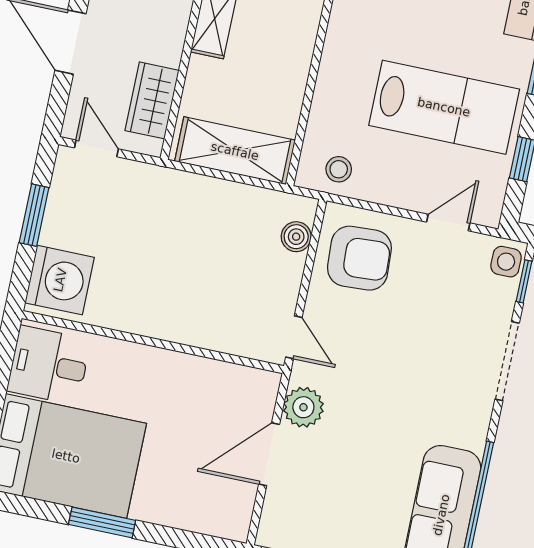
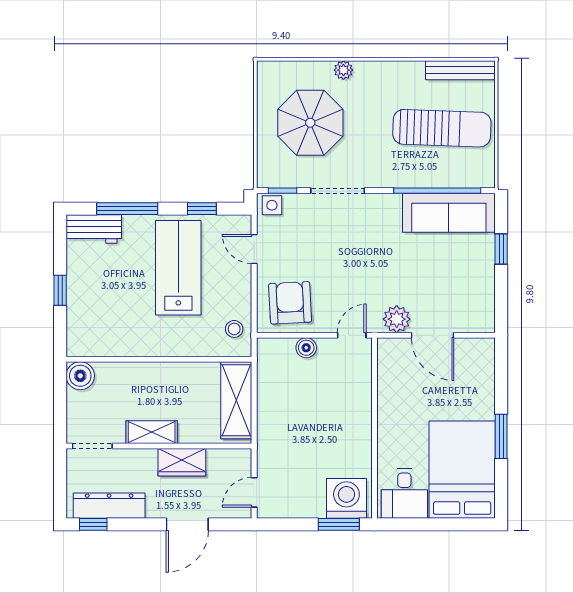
wardrobe: (152, 100) -> (182, 462), moved
window: (34, 215) -> (339, 524), moved
boiler: (296, 237) -> (306, 348), moved

